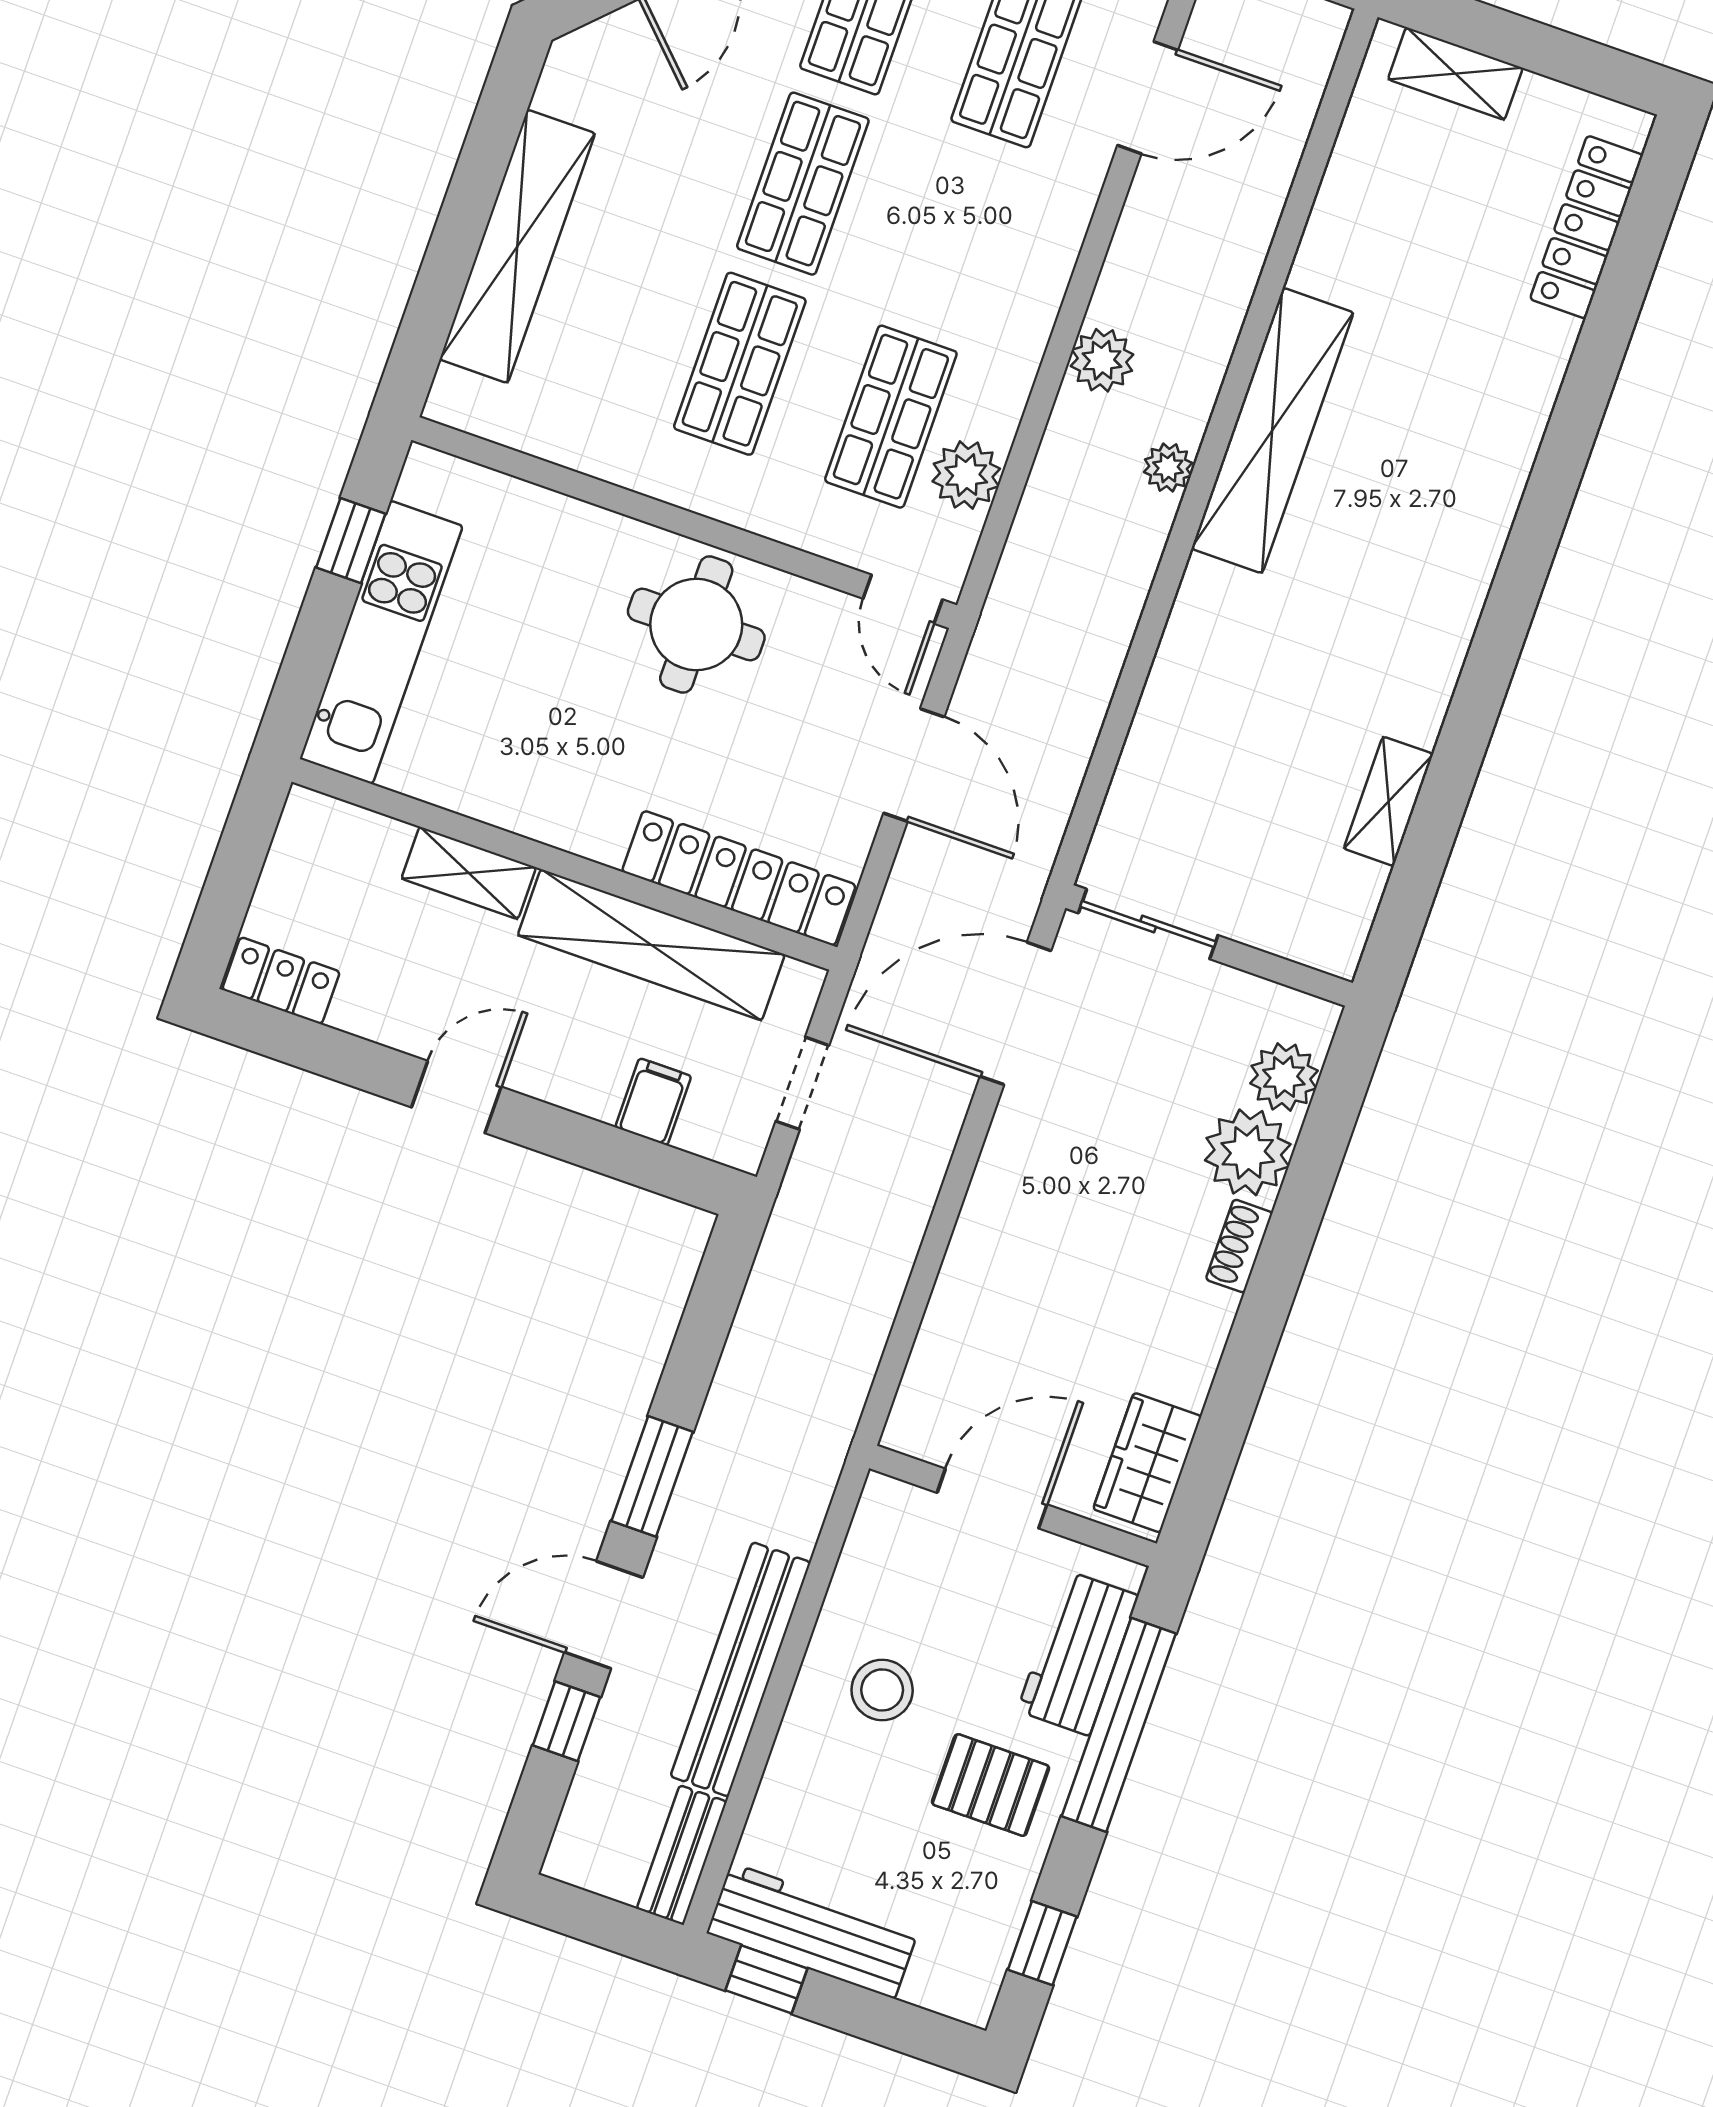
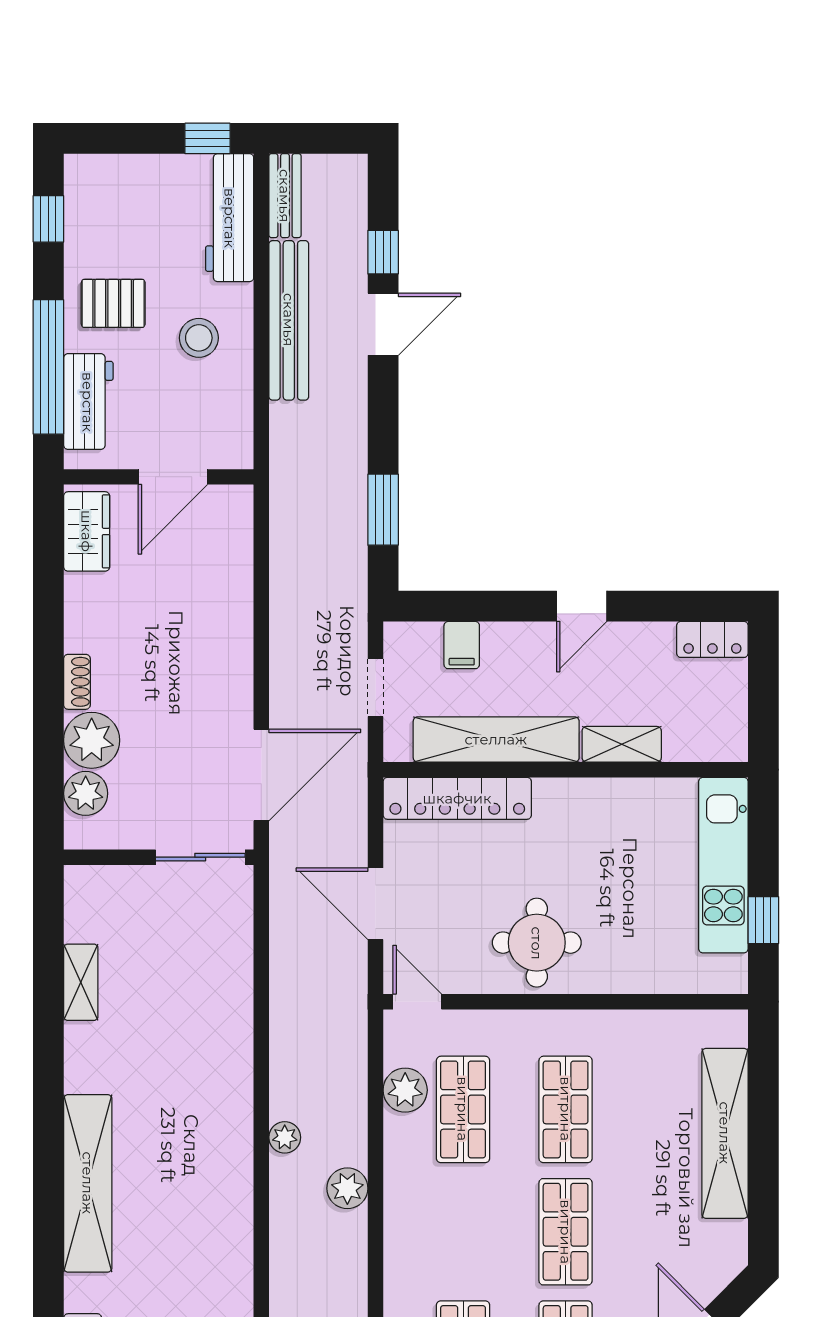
shelving: (1272, 430) -> (88, 1183), moved
window: (652, 1476) -> (383, 510), moved
workbench: (813, 1931) -> (230, 218), moved, turned 90

